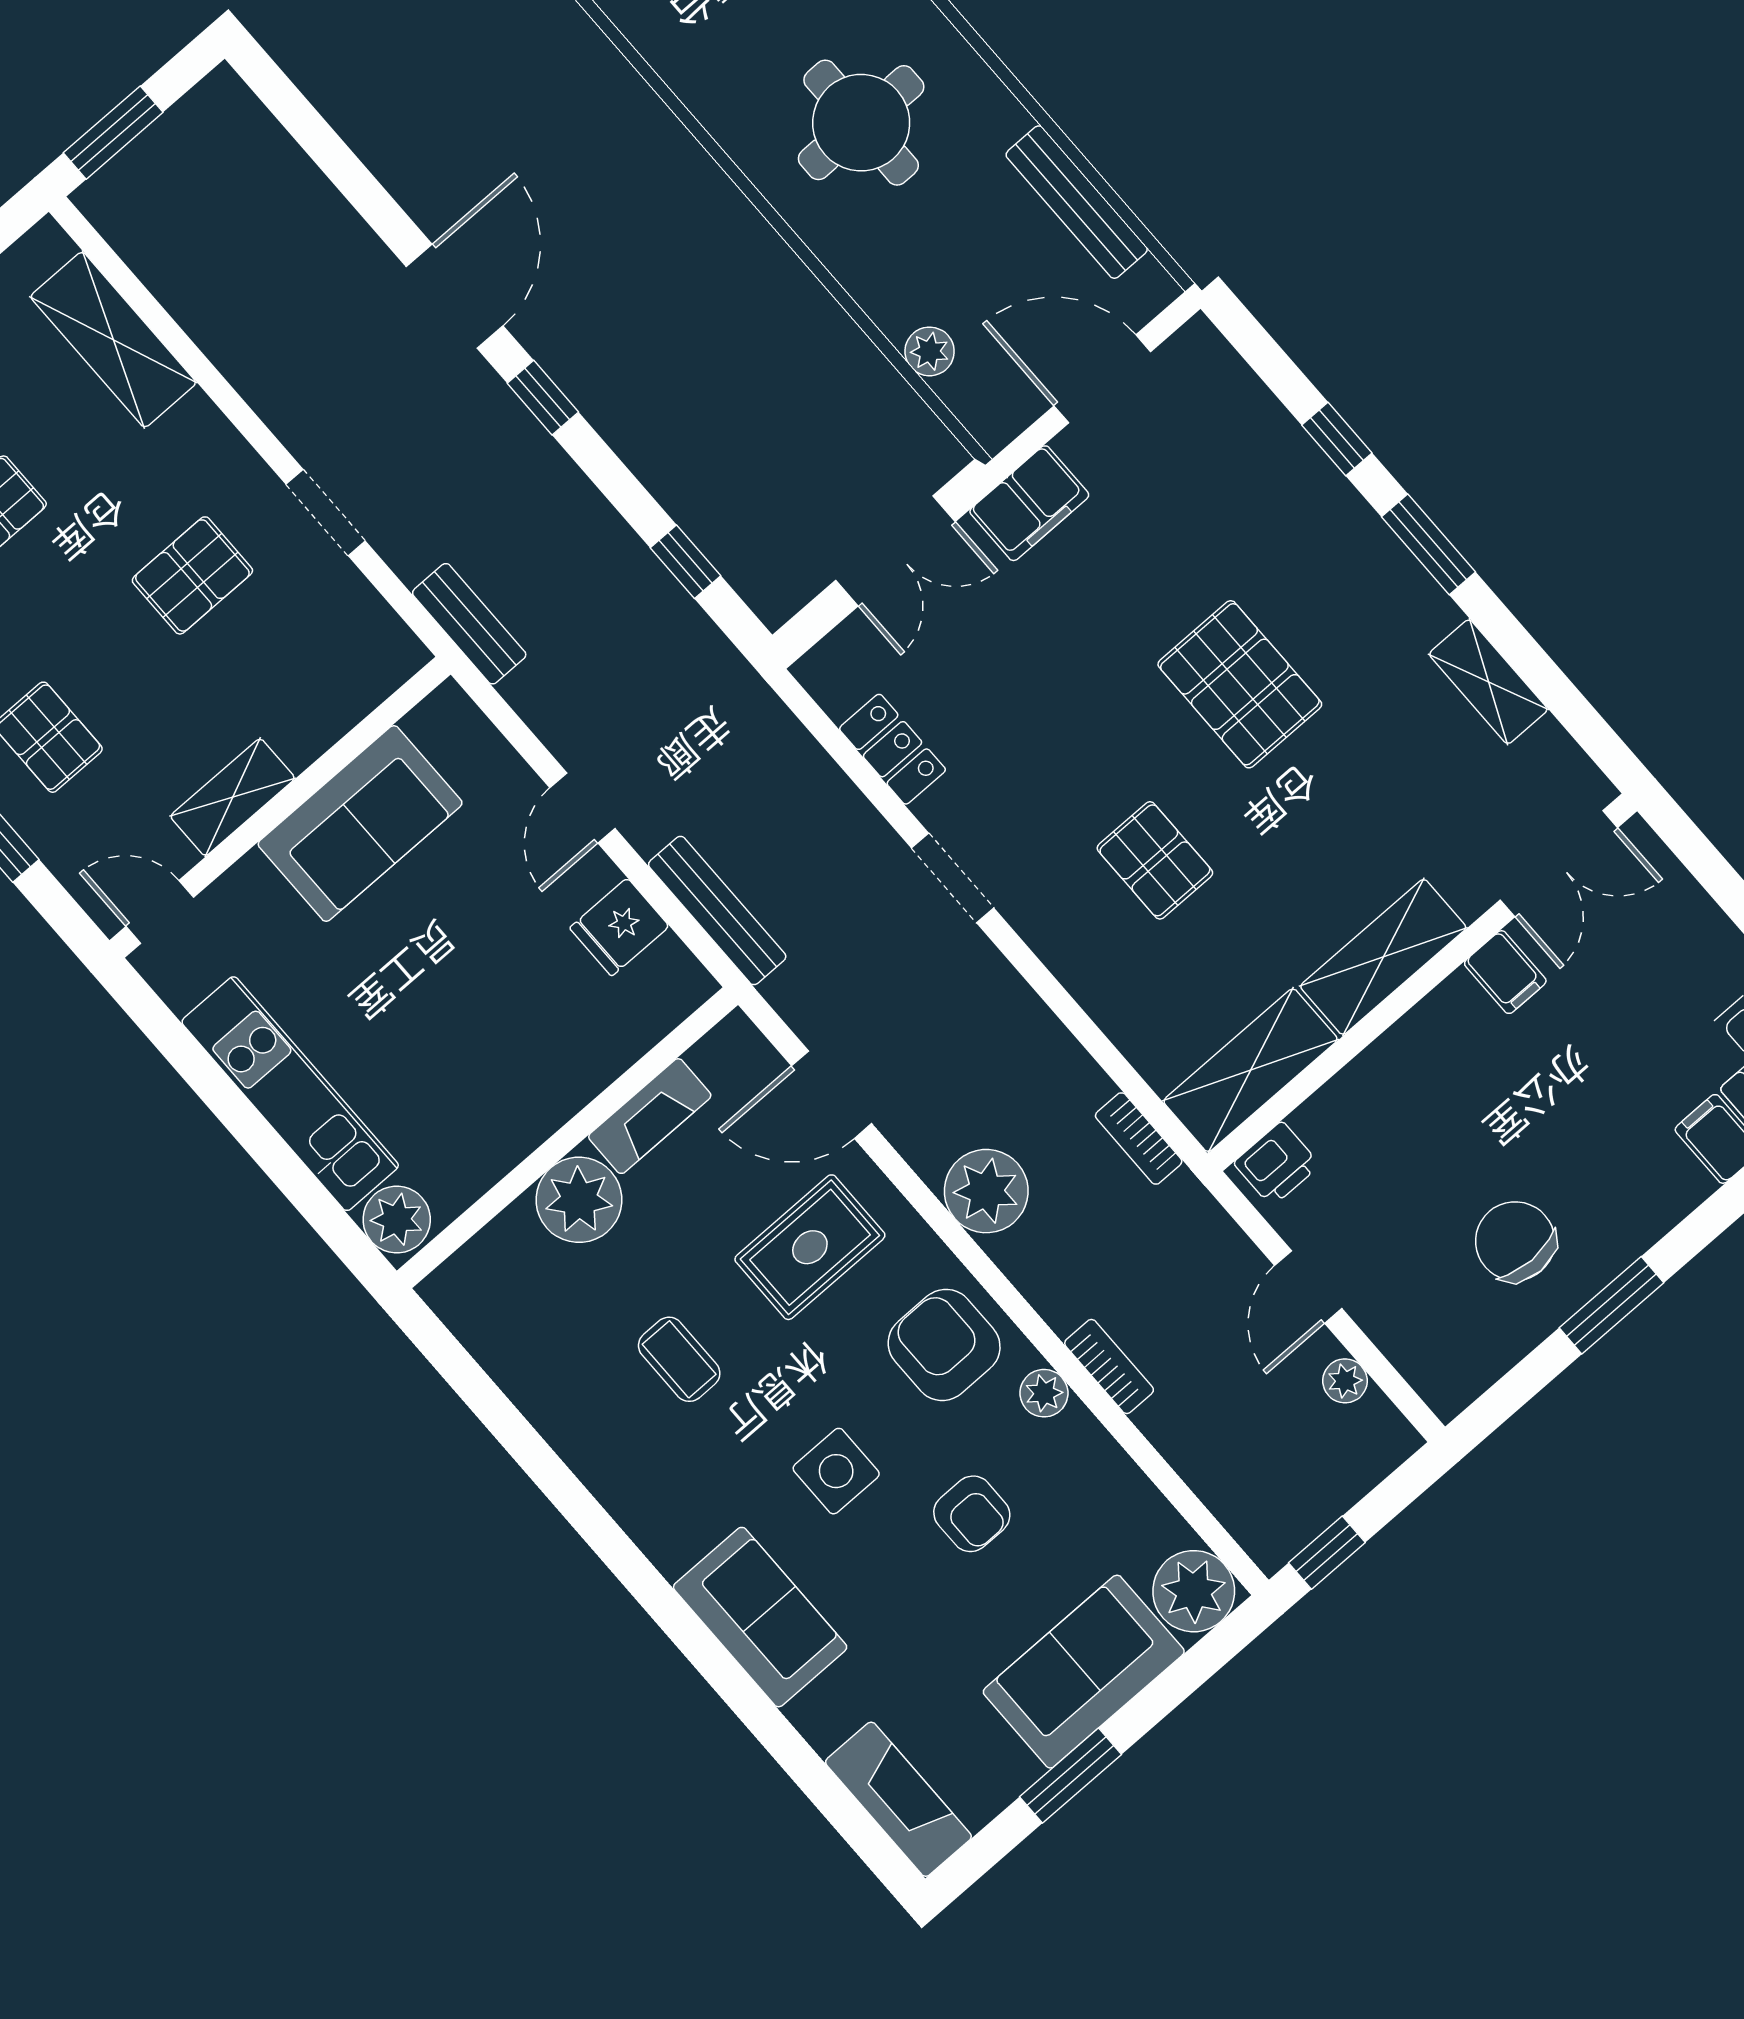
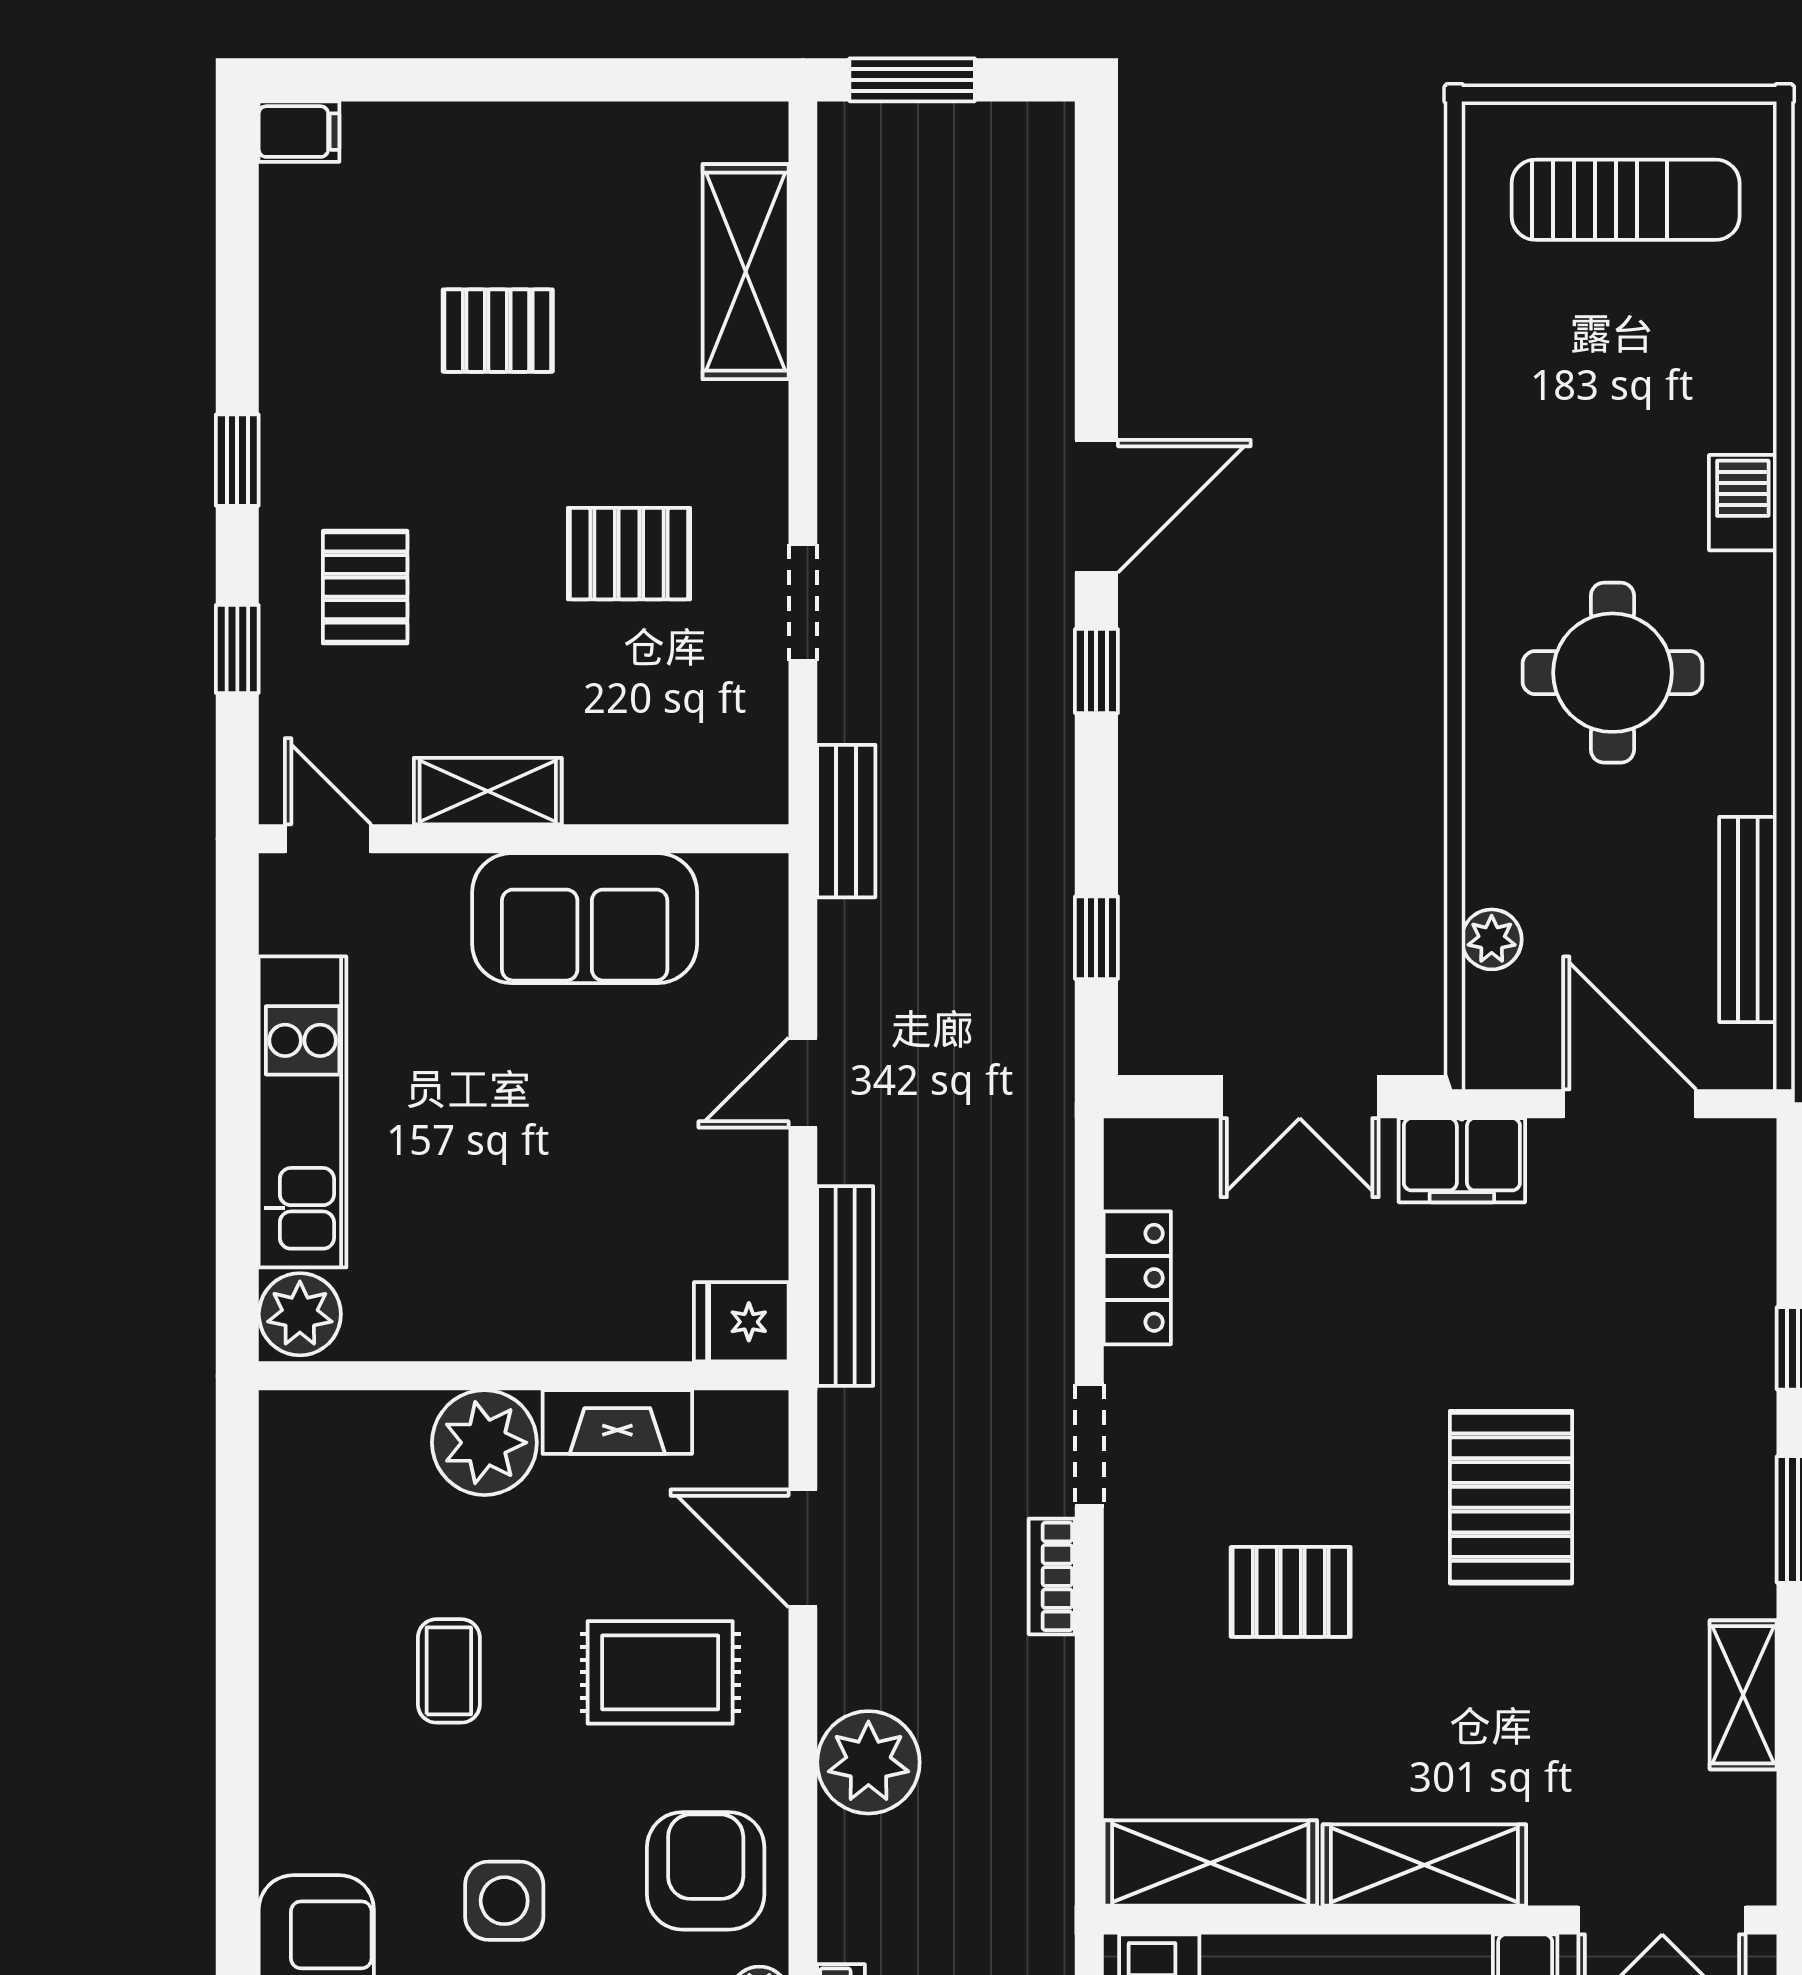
pallet: (1155, 860) -> (1291, 1592), turned 90
fridge: (619, 927) -> (741, 1322), moved
bookcase: (1139, 1138) -> (1052, 1576), moved

